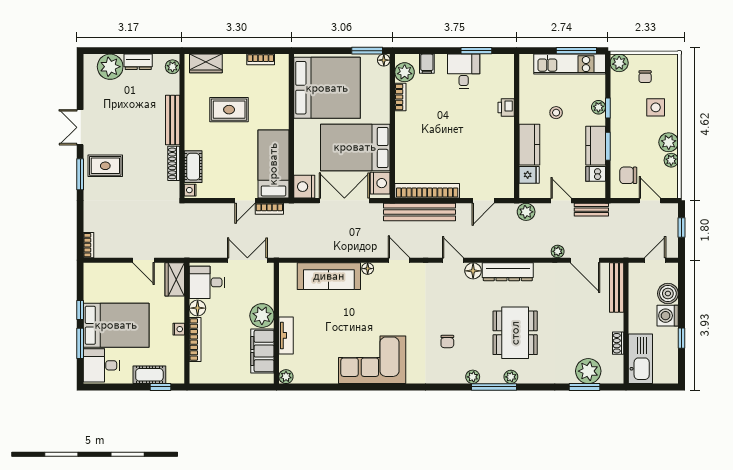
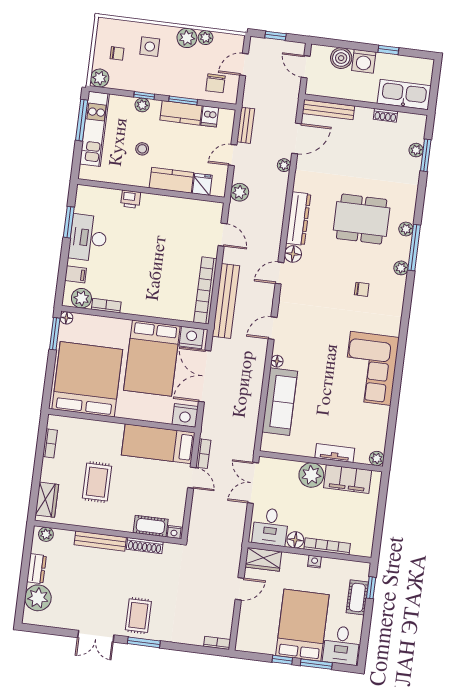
desk: (464, 71) -> (88, 238), width x1.37
plant: (588, 371) -> (416, 150), width x0.53, depth x0.53

